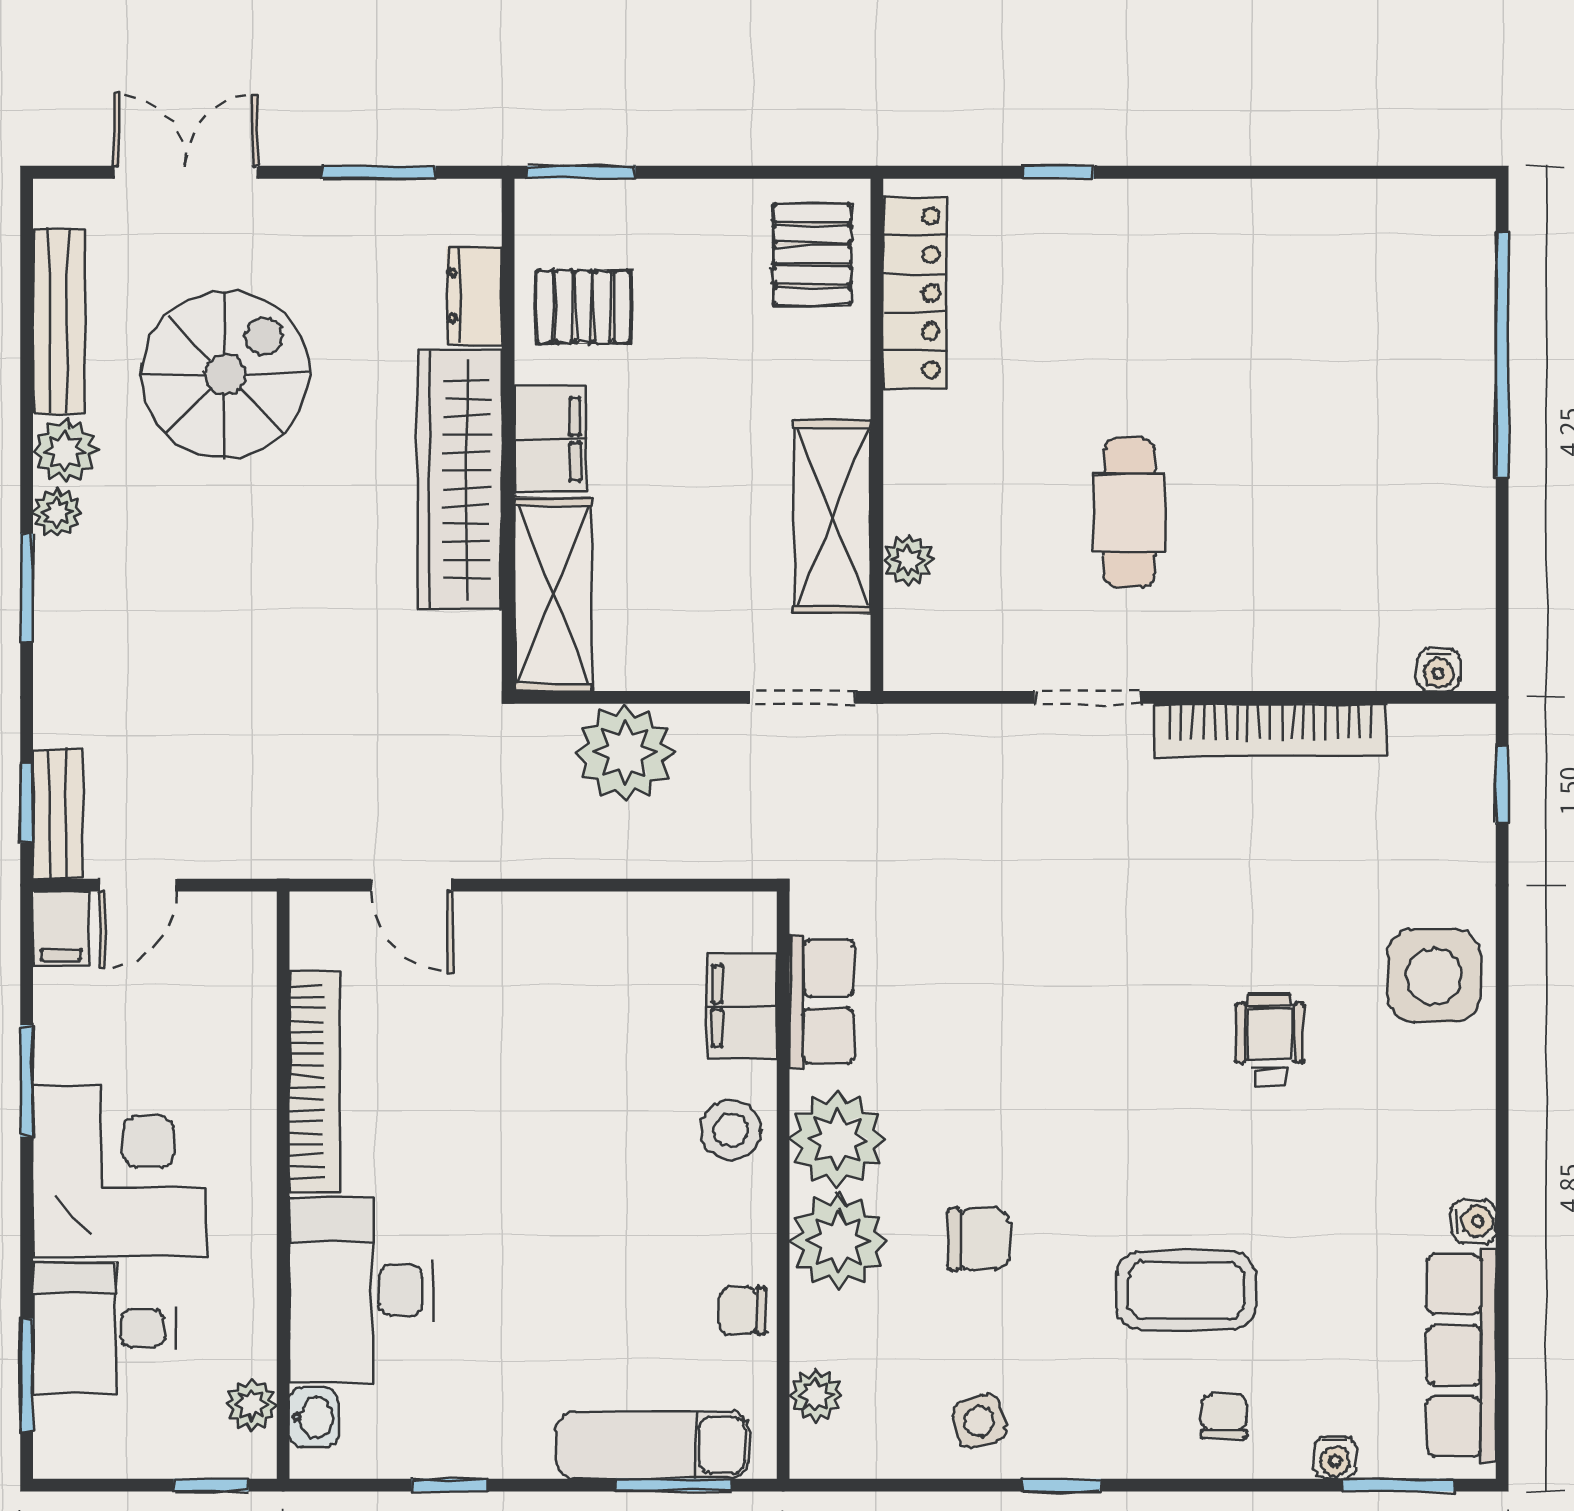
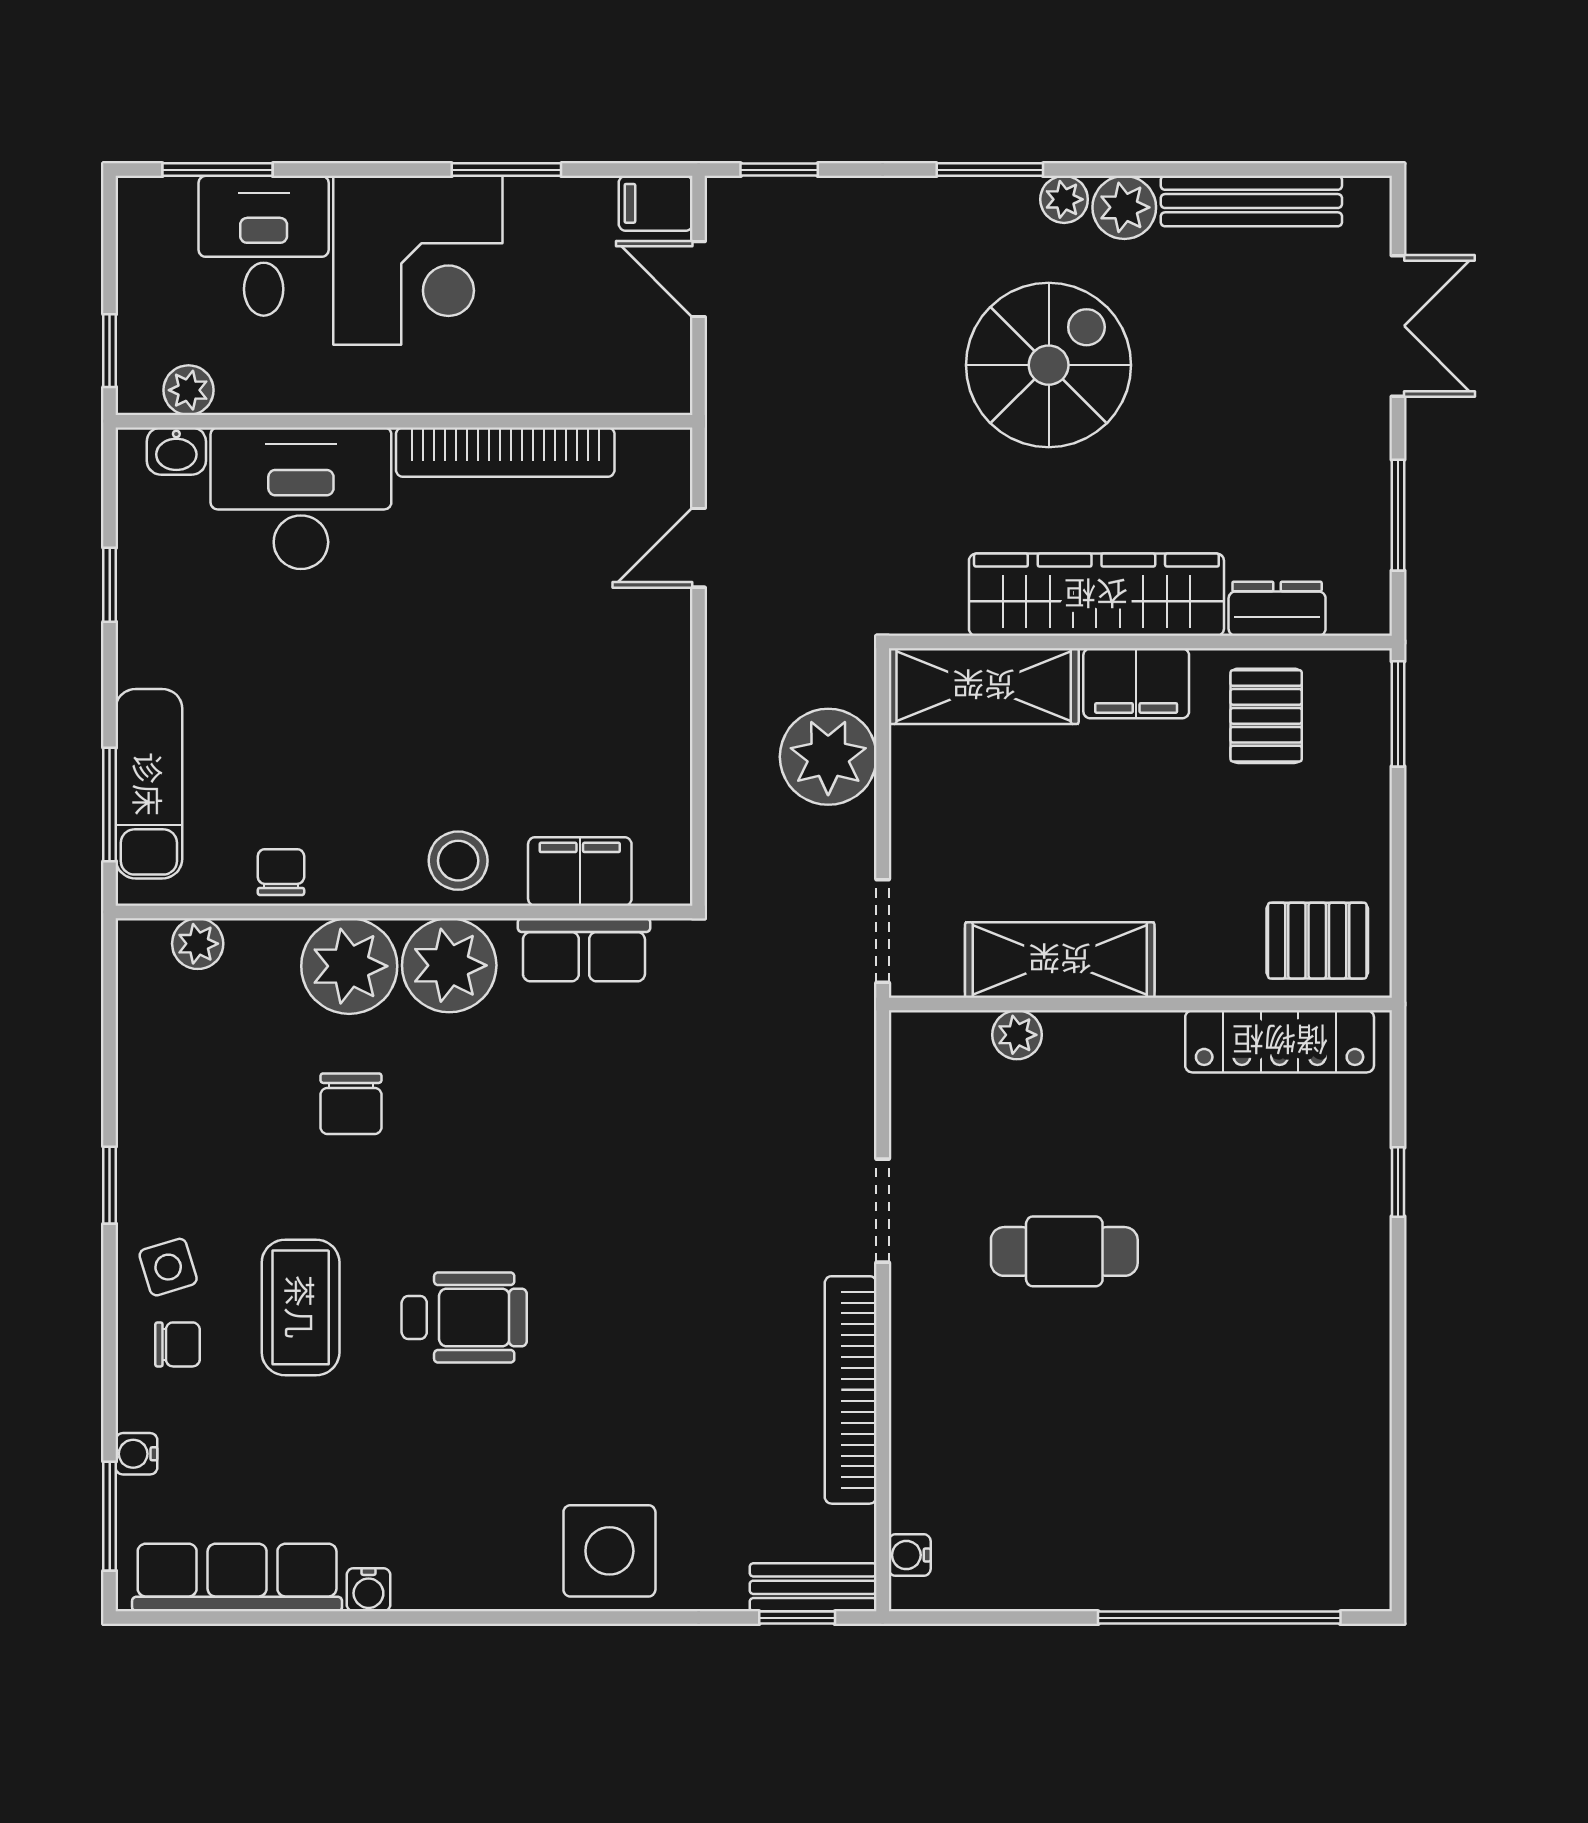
spiral stairs: (225, 374) -> (1049, 365), moved, turned -90
bench: (58, 814) -> (813, 1587), moved
wheelchair: (1270, 1040) -> (464, 1318), moved, width x1.36, depth x1.37
side table: (979, 1421) -> (168, 1267), moved

